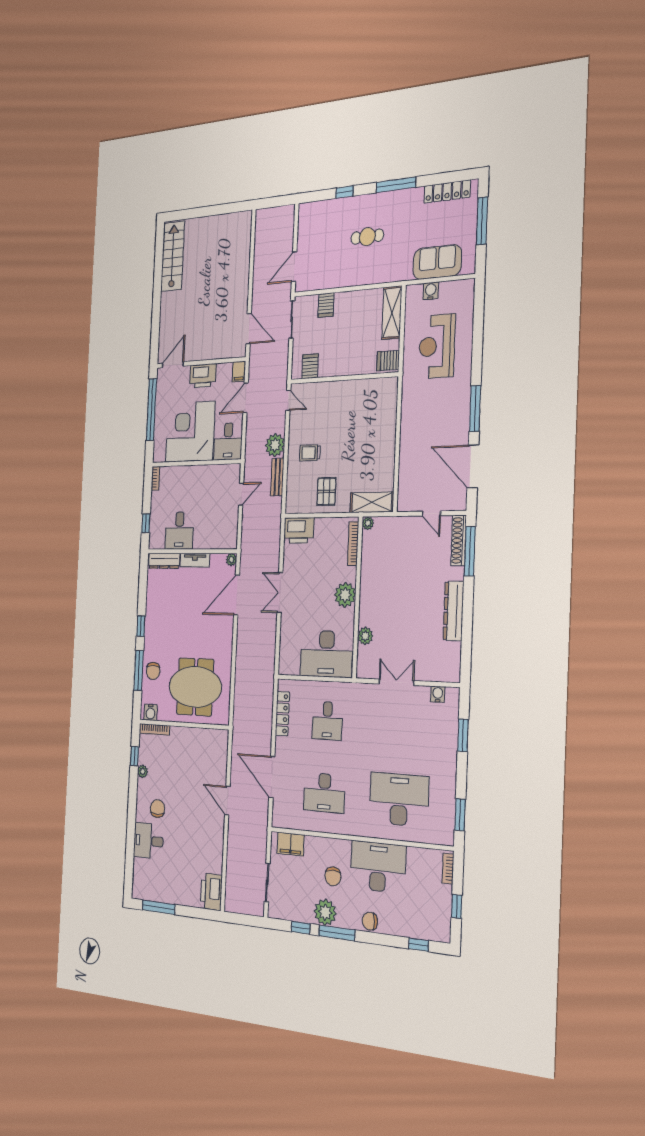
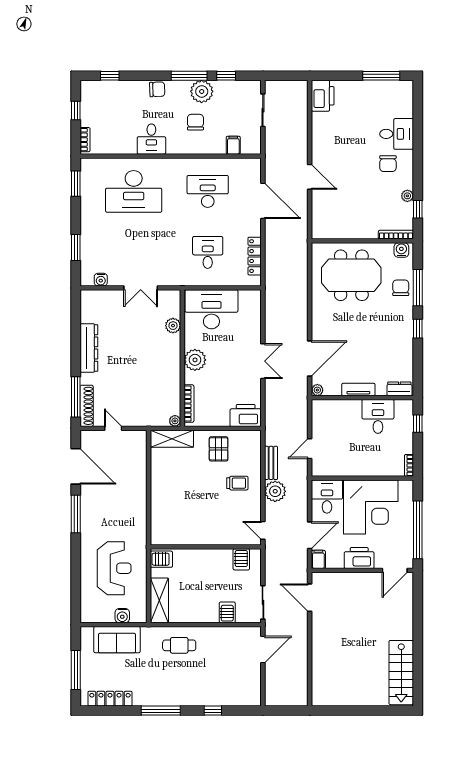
cafe table: (367, 237) -> (179, 645), moved
dresser: (164, 561) -> (399, 389), width x0.70
filing cabinet: (291, 844) -> (233, 145), width x0.50
desk: (378, 867) -> (151, 139), width x0.53, depth x0.77

